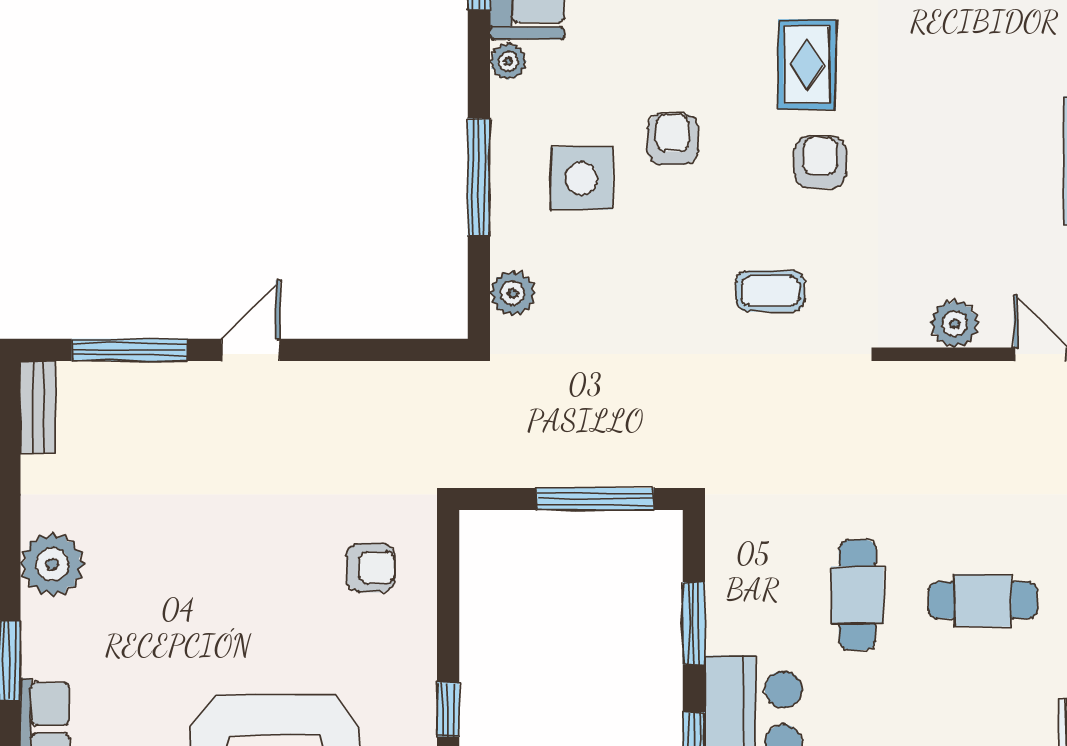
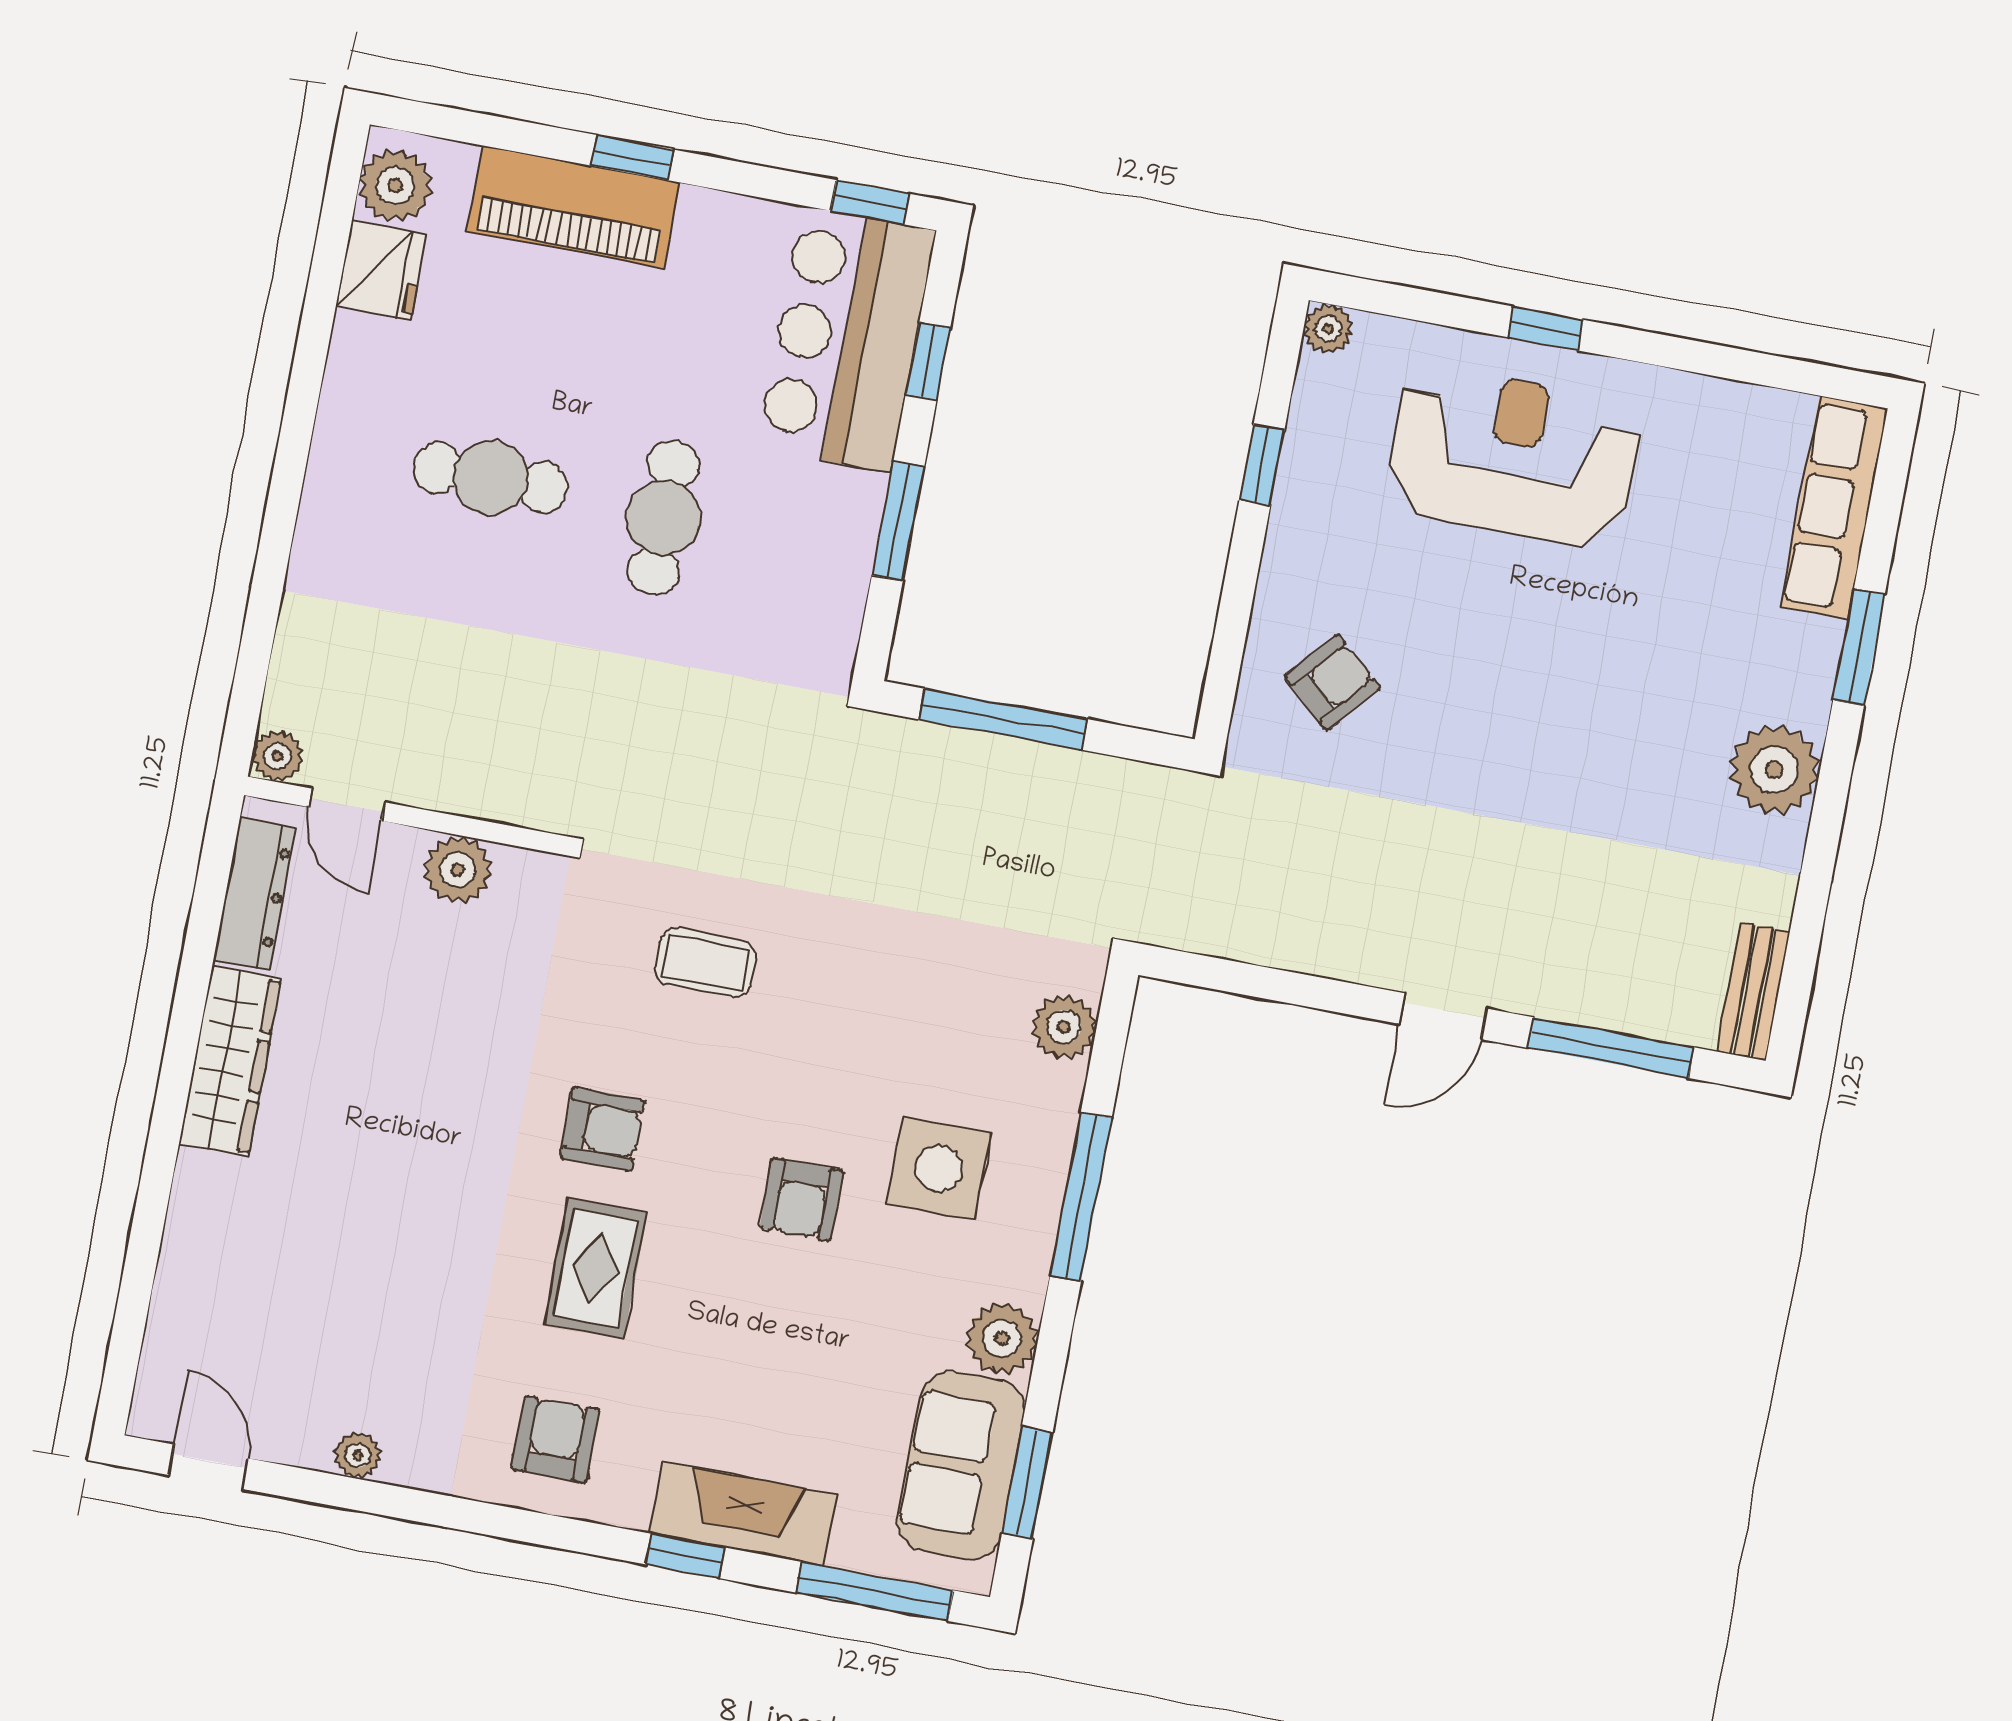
plant: (508, 61) -> (1002, 1339), width x1.38, depth x1.38
armchair: (820, 162) -> (602, 1129), turned -90
armchair: (371, 568) -> (1333, 682), turned 131

